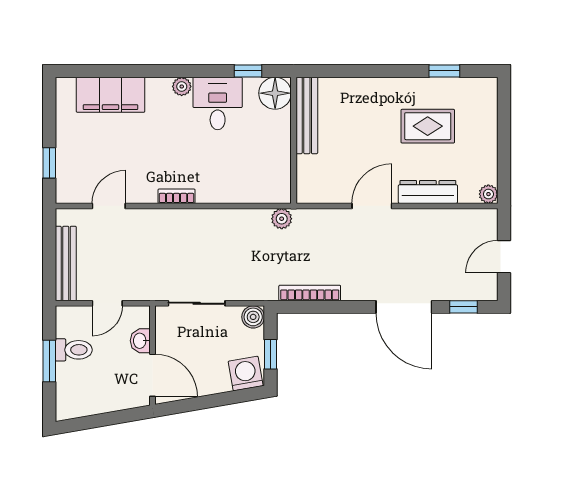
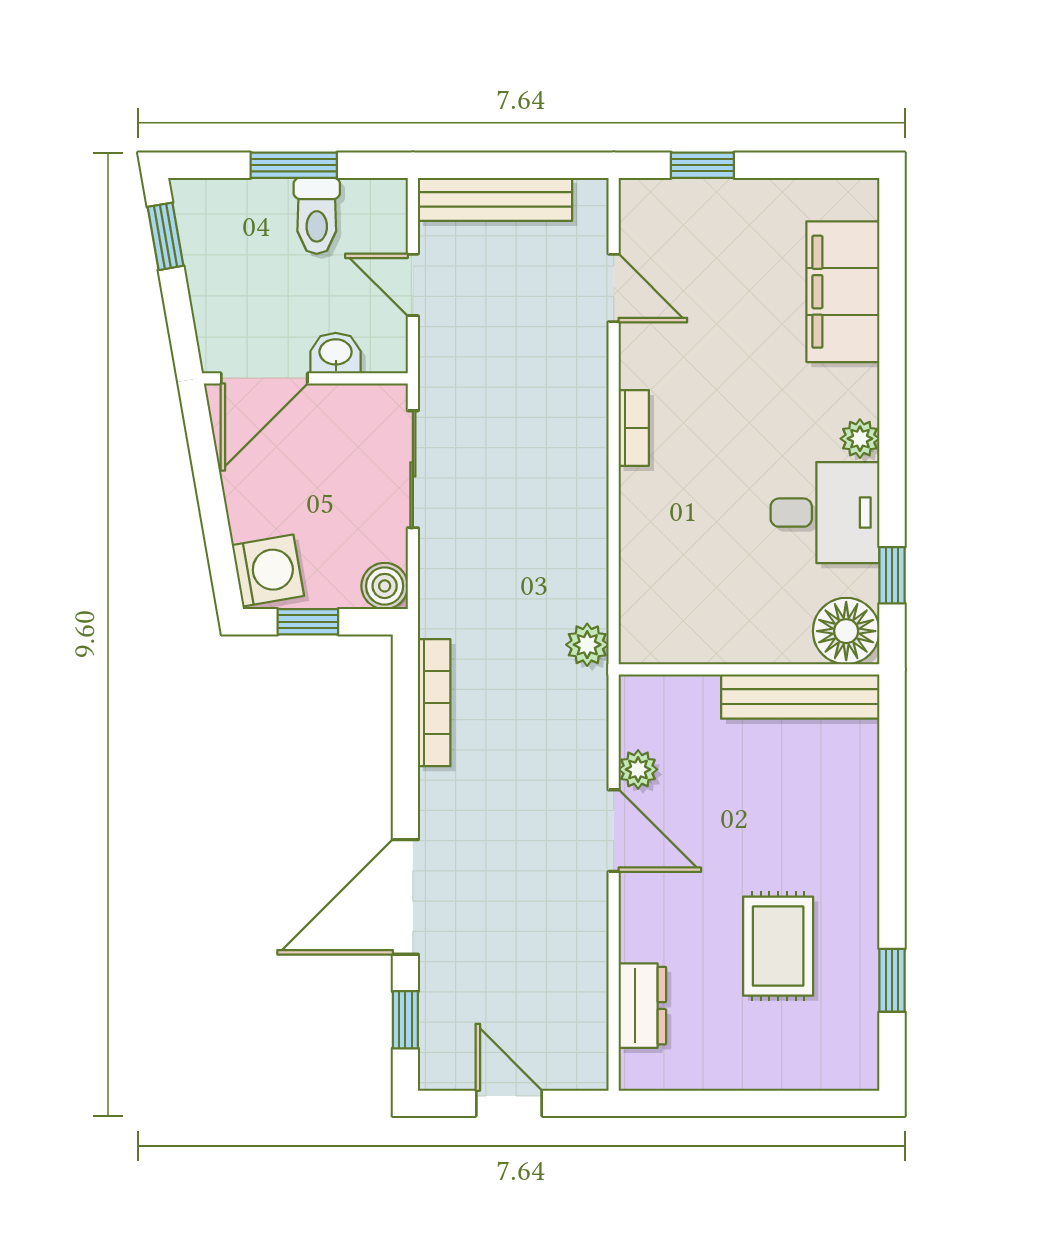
dresser: (428, 192) -> (642, 1006), moved, width x0.70
plant: (488, 194) -> (638, 769), moved
window: (84, 423) -> (165, 236), added

